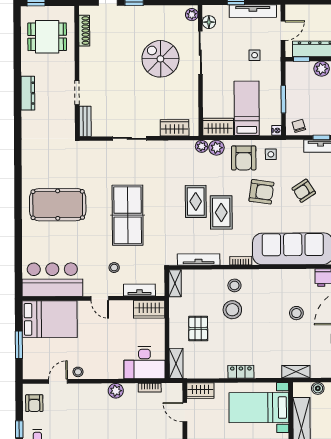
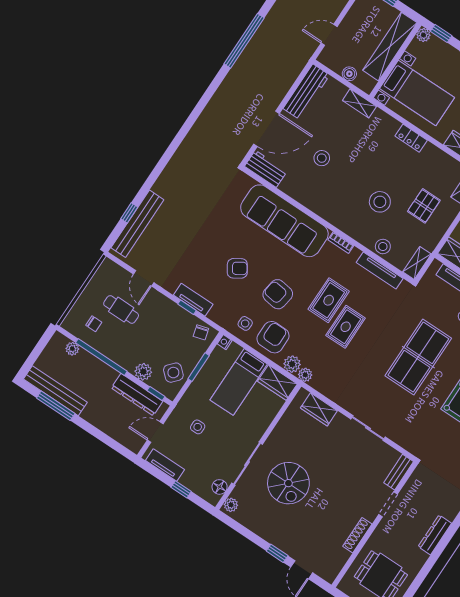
tv unit: (253, 11) -> (165, 465), width x0.71
shoe rack: (84, 31) -> (357, 535), moved
side table: (299, 83) -> (173, 373), added
stool: (234, 285) -> (383, 247), moved

